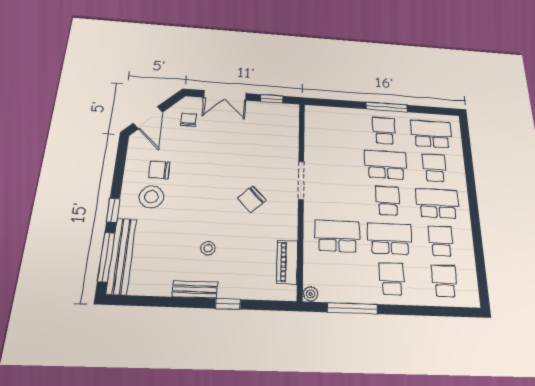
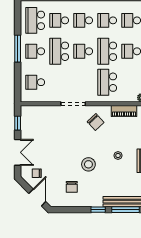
door: (148, 118) -> (37, 198), hinge flipped
school desk: (336, 127) -> (35, 82), added
stool: (151, 197) -> (88, 164), moved
chair: (252, 199) -> (96, 122), moved
school desk: (437, 203) -> (83, 20), width x0.54

